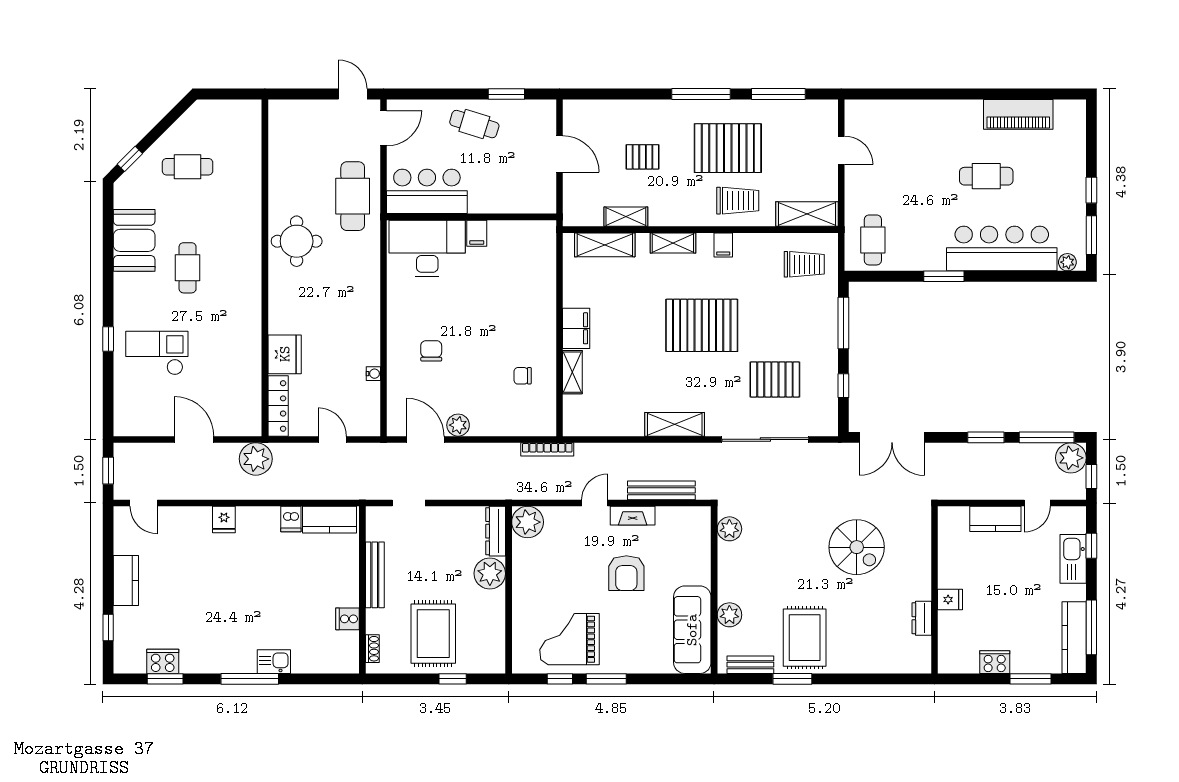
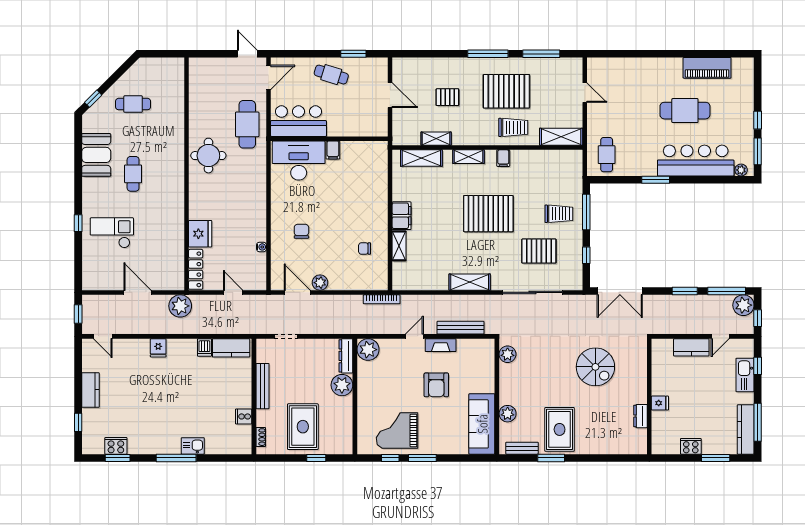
cafe table: (986, 176) -> (685, 111), width x1.37, depth x1.35
trolley: (804, 264) -> (559, 214), moved

